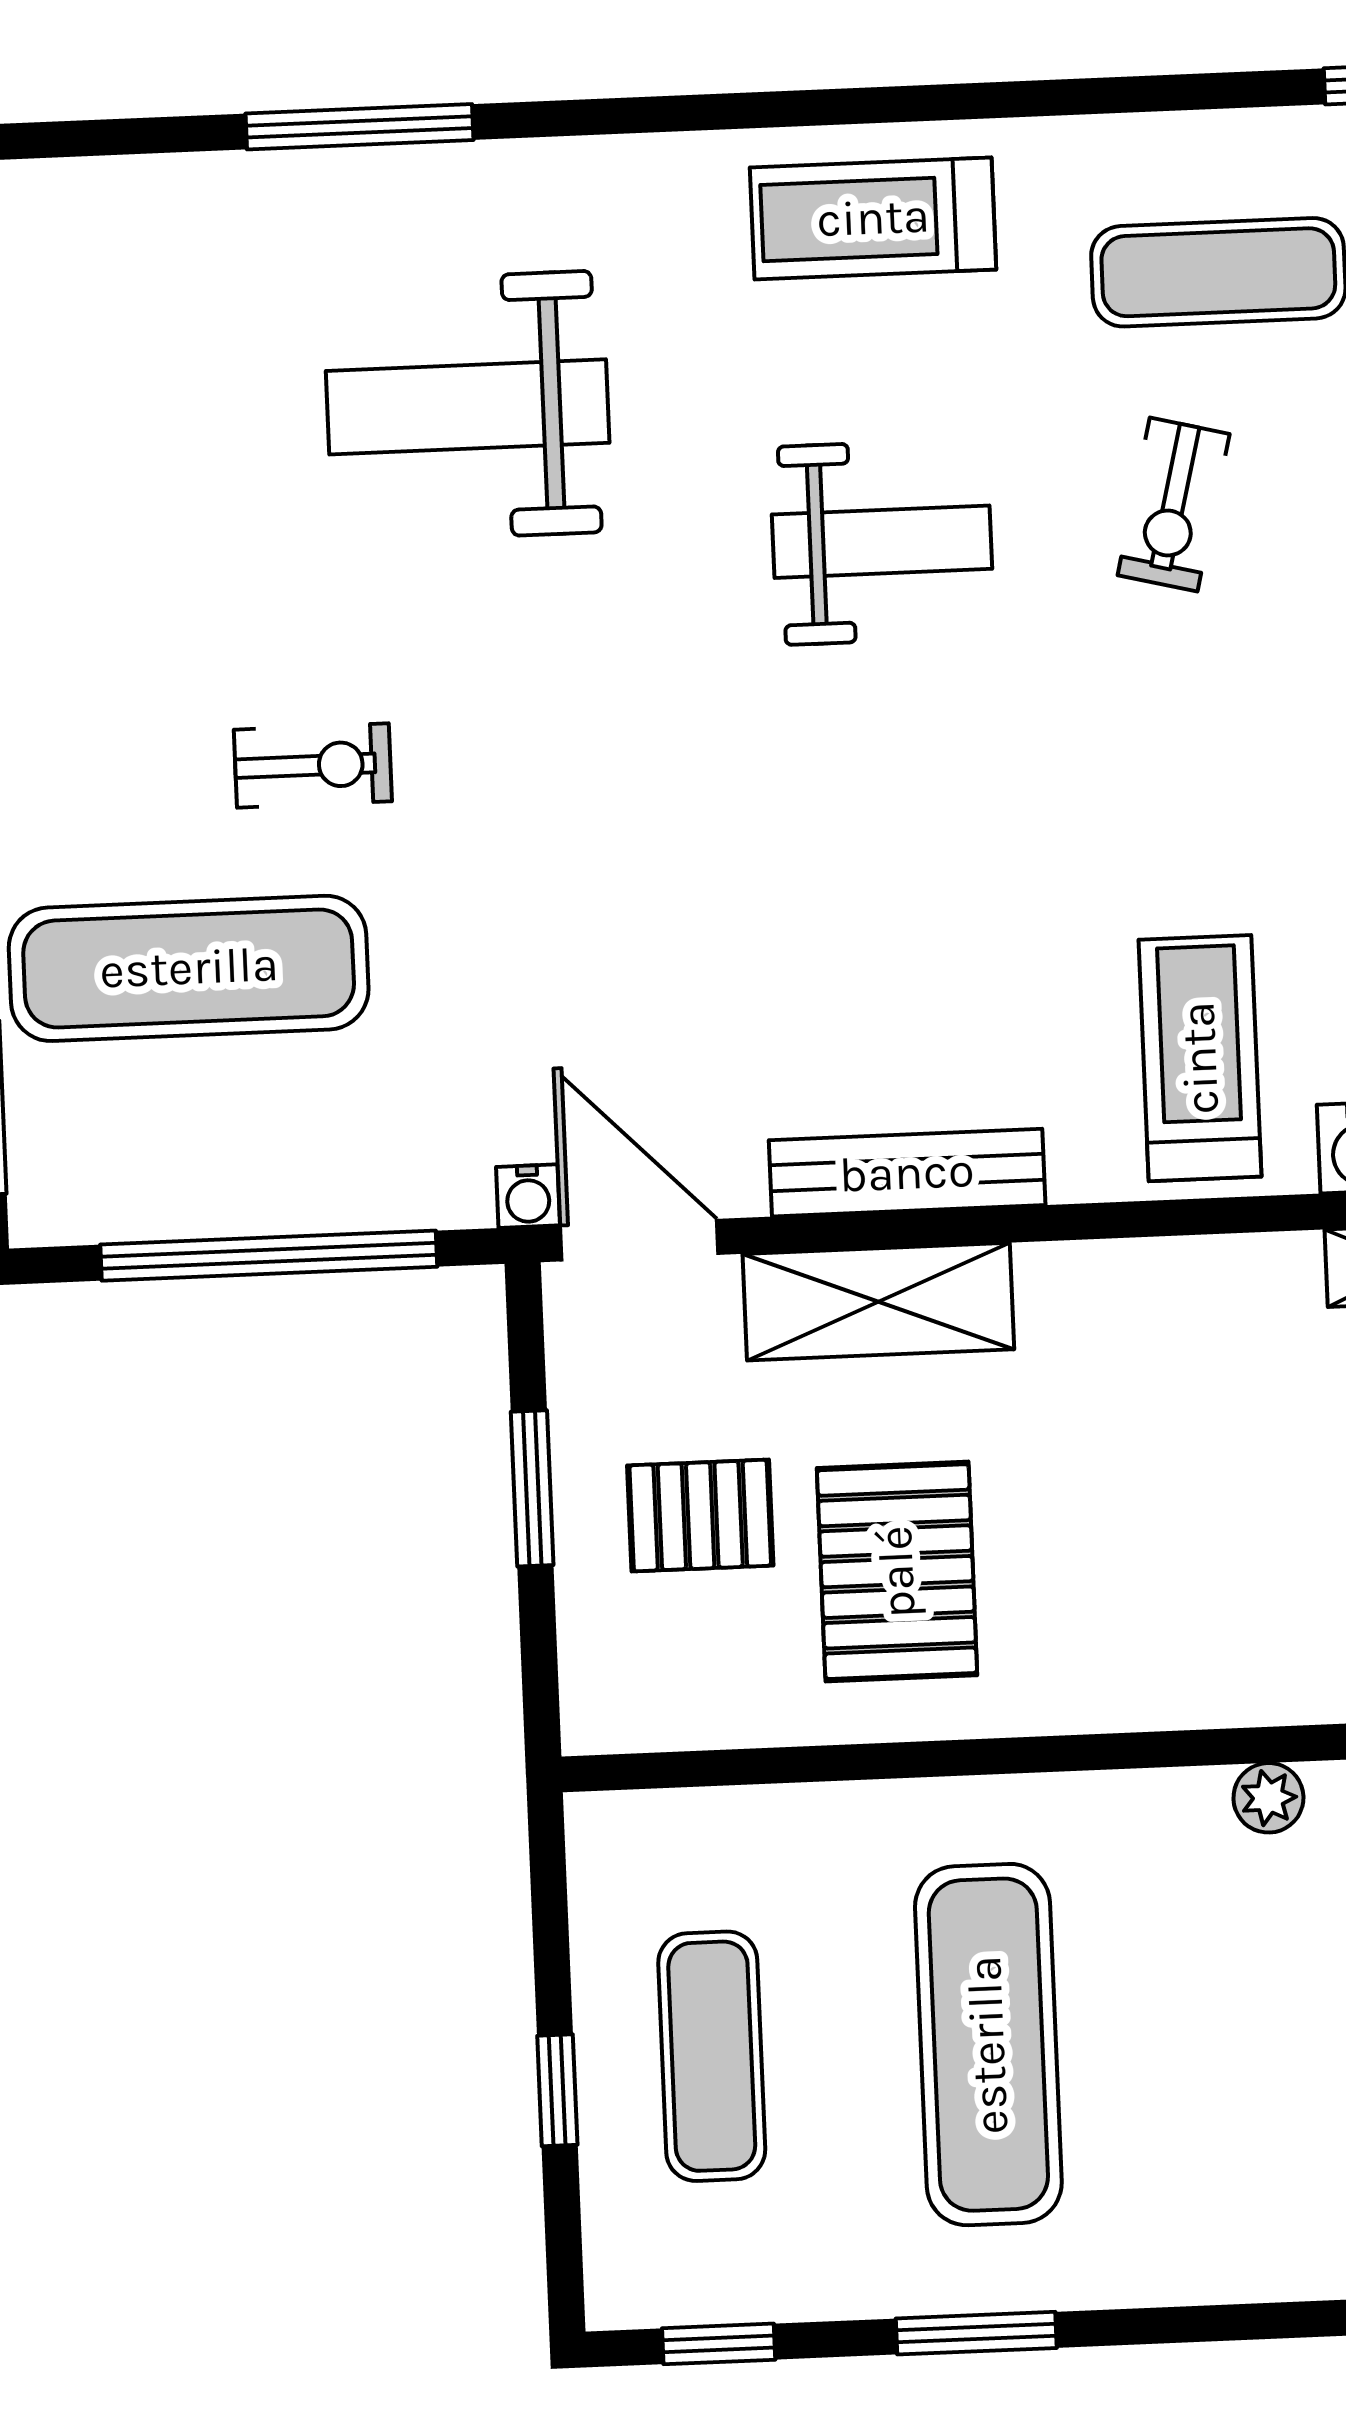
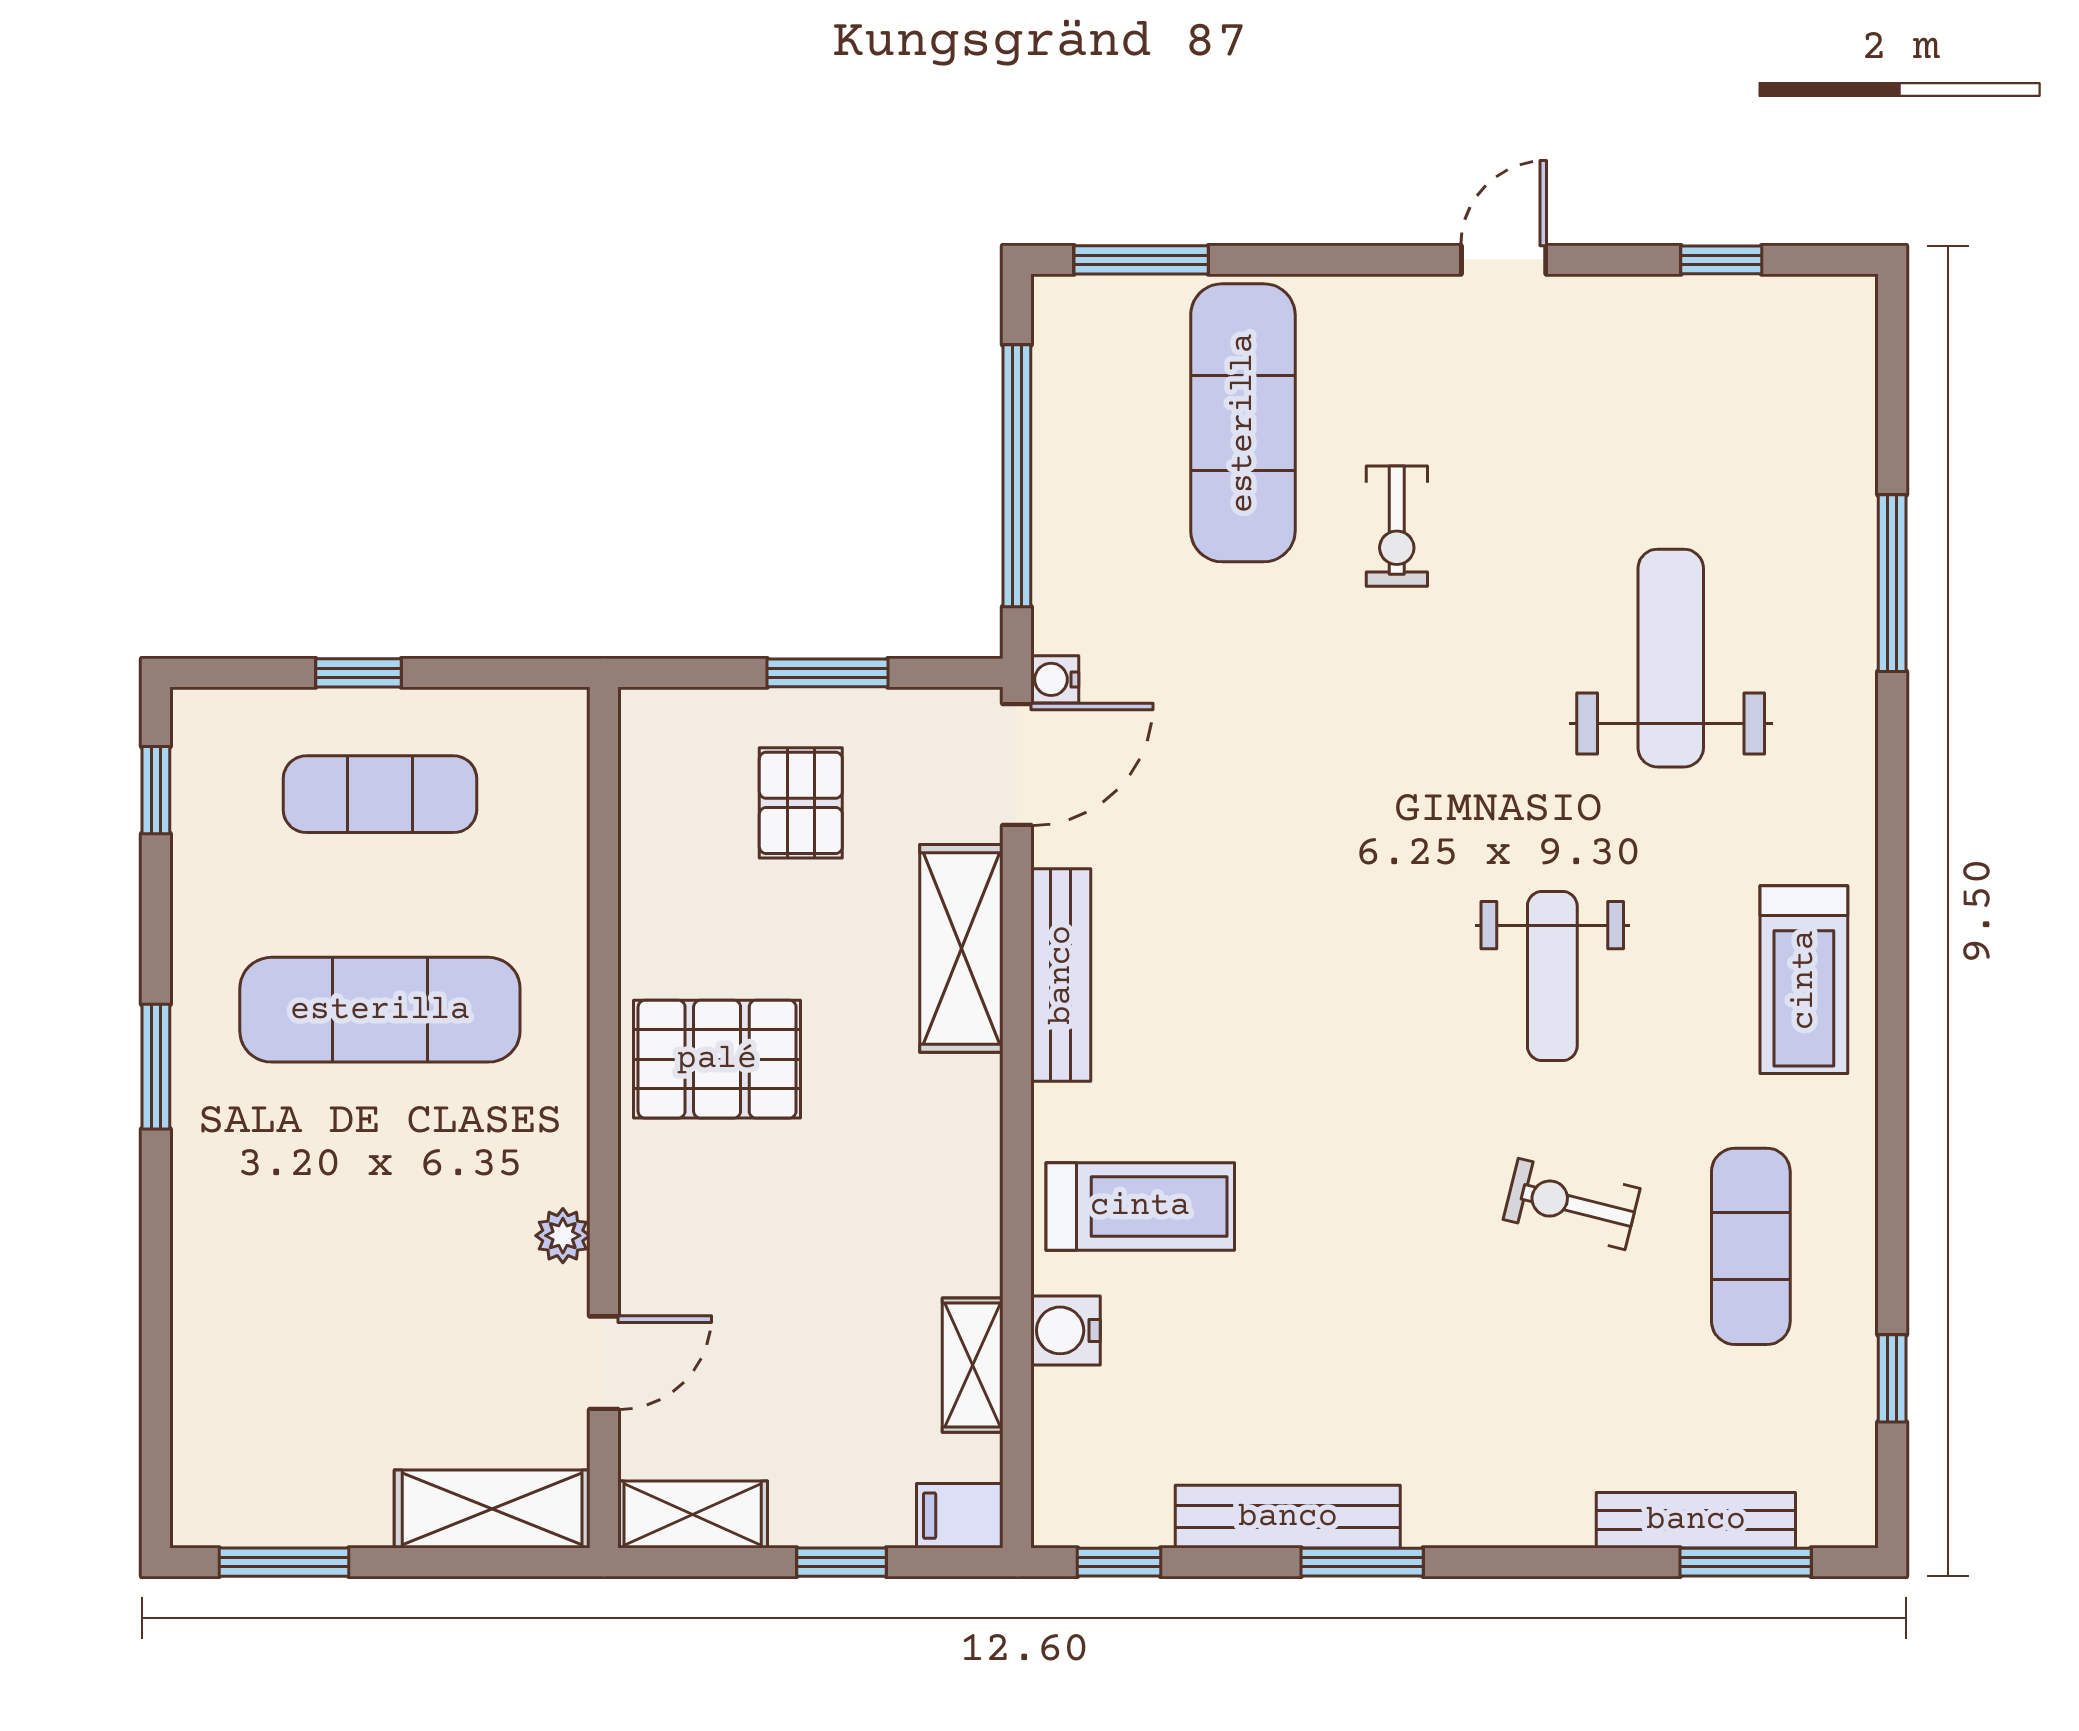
treadmill: (873, 218) -> (1804, 980), turned 180
pallet: (897, 1572) -> (717, 1059), moved
window: (976, 2333) -> (156, 1067), moved

